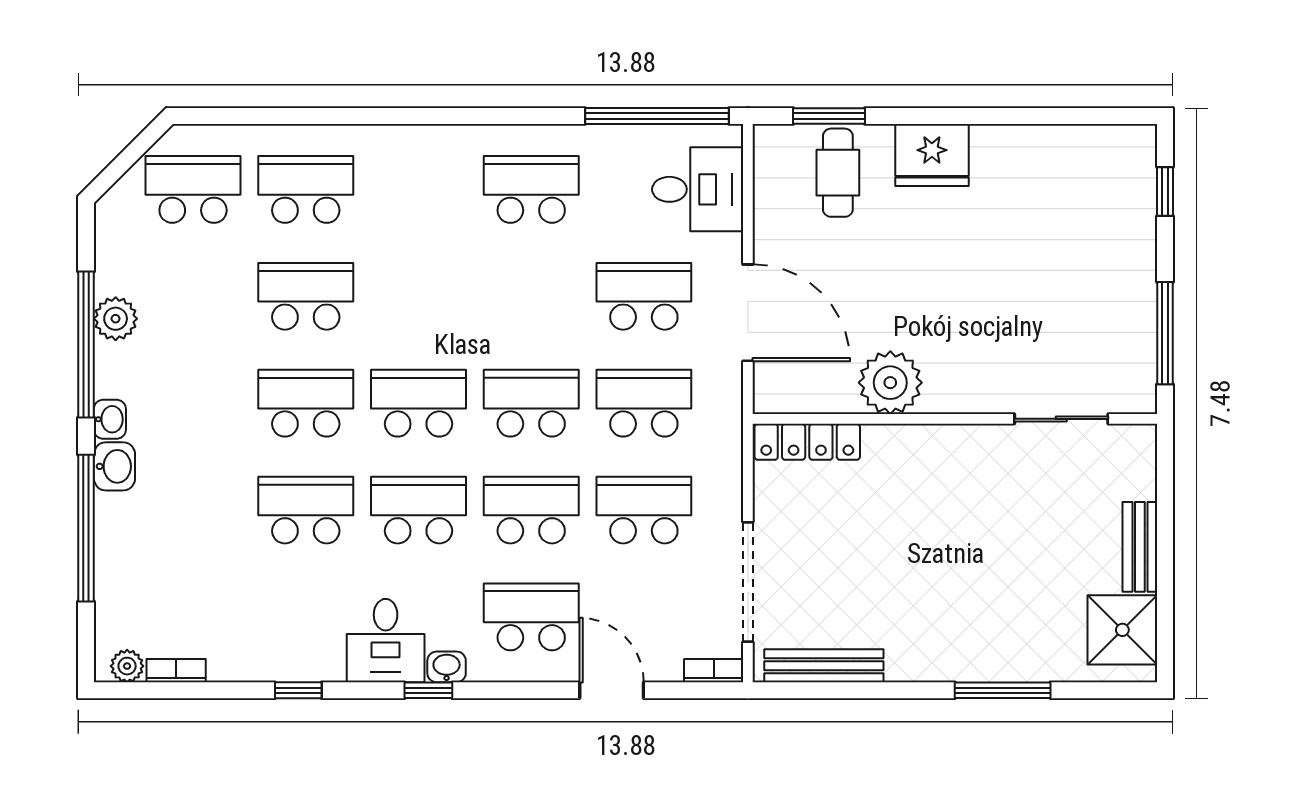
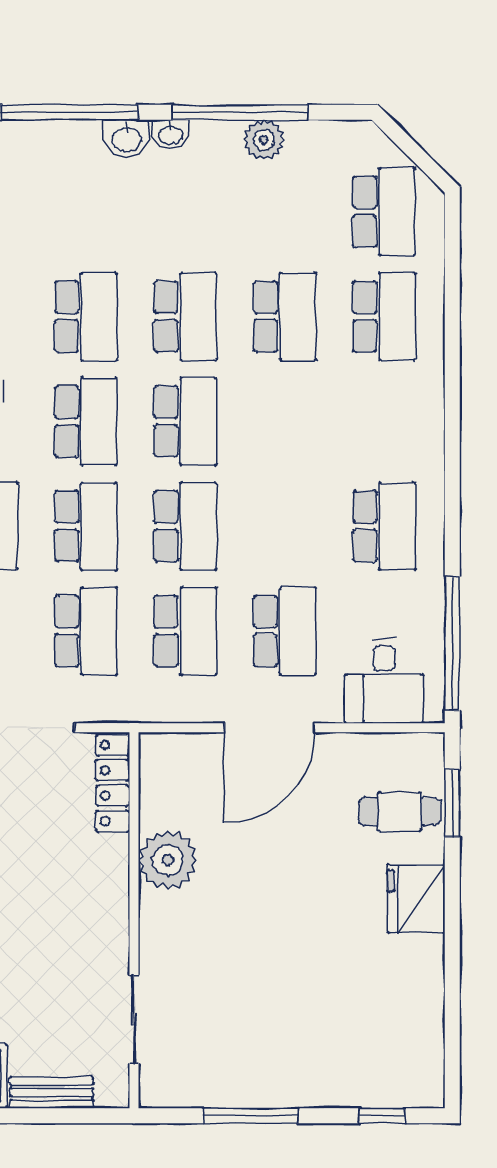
plant: (890, 383) -> (168, 860), moved
wall: (955, 419) -> (134, 920), moved
sliding door: (1061, 419) -> (134, 1019), moved
locker: (807, 442) -> (113, 783), moved

